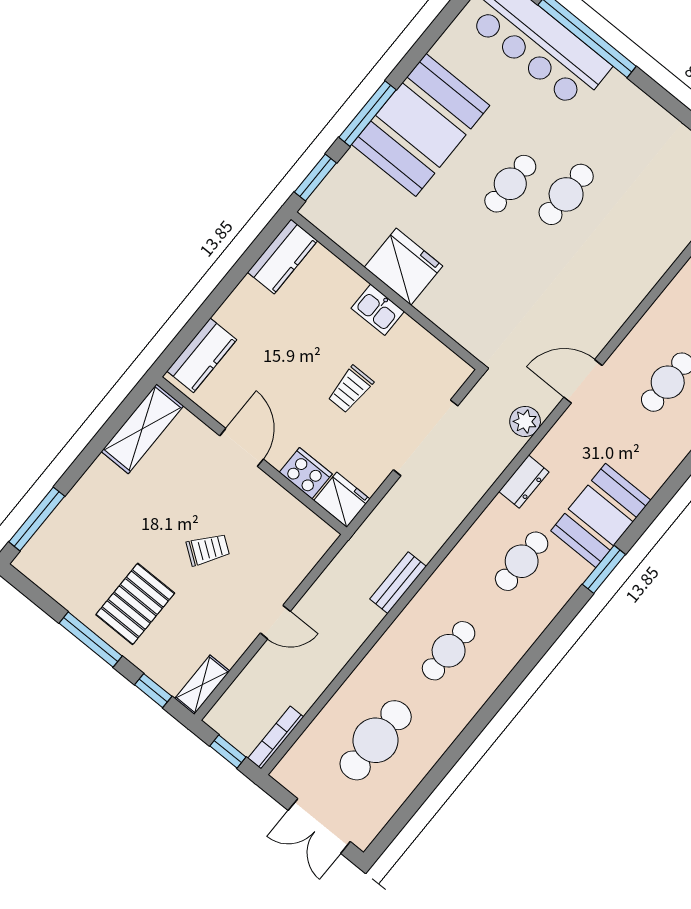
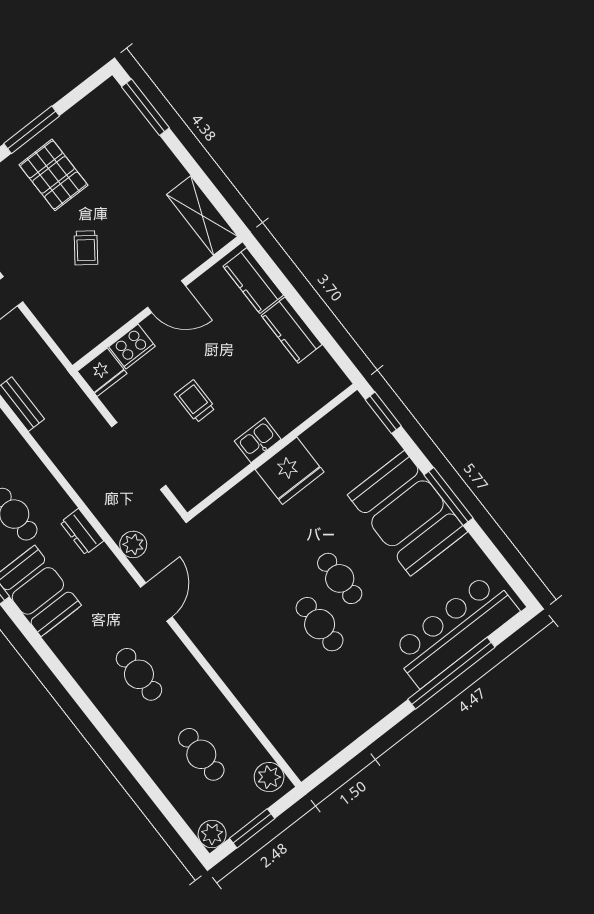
window: (367, 114) -> (448, 497), moved
kitchen counter: (282, 256) -> (292, 330), moved

